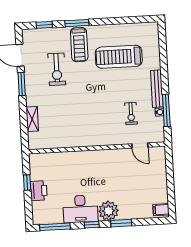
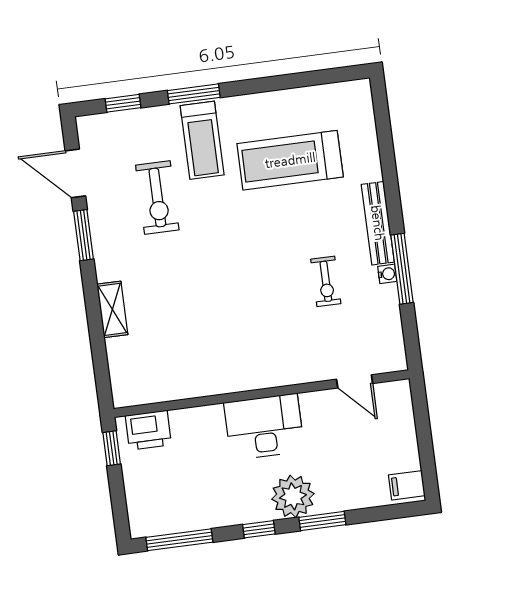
door: (140, 146) -> (355, 381), moved
wall: (97, 148) -> (261, 394), moved
printer: (39, 191) -> (148, 430), moved, turned 90
desk: (80, 209) -> (264, 427), moved, turned 180

